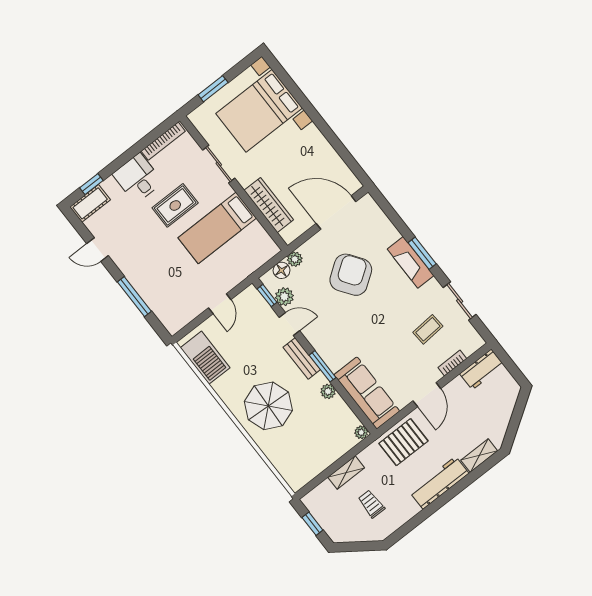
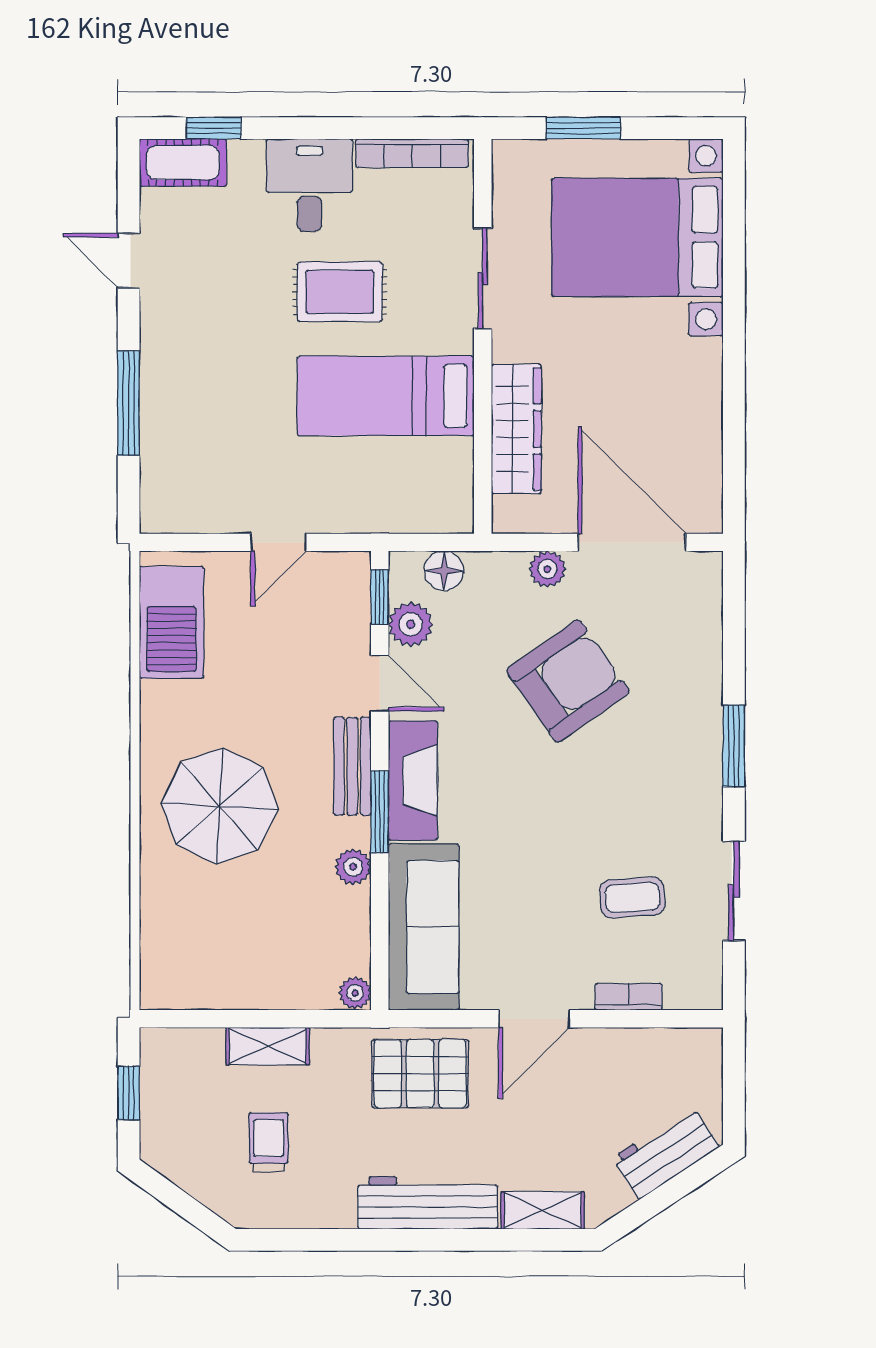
plant: (295, 259) -> (547, 569), moved
fireplace: (411, 262) -> (413, 781), moved, turned 180
workbench: (482, 369) -> (666, 1153), moved, turned 147

